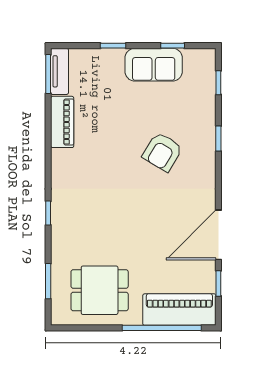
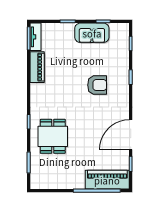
armchair: (162, 152) -> (97, 85), turned -121
dining table: (100, 290) -> (53, 136), moved, turned 90

